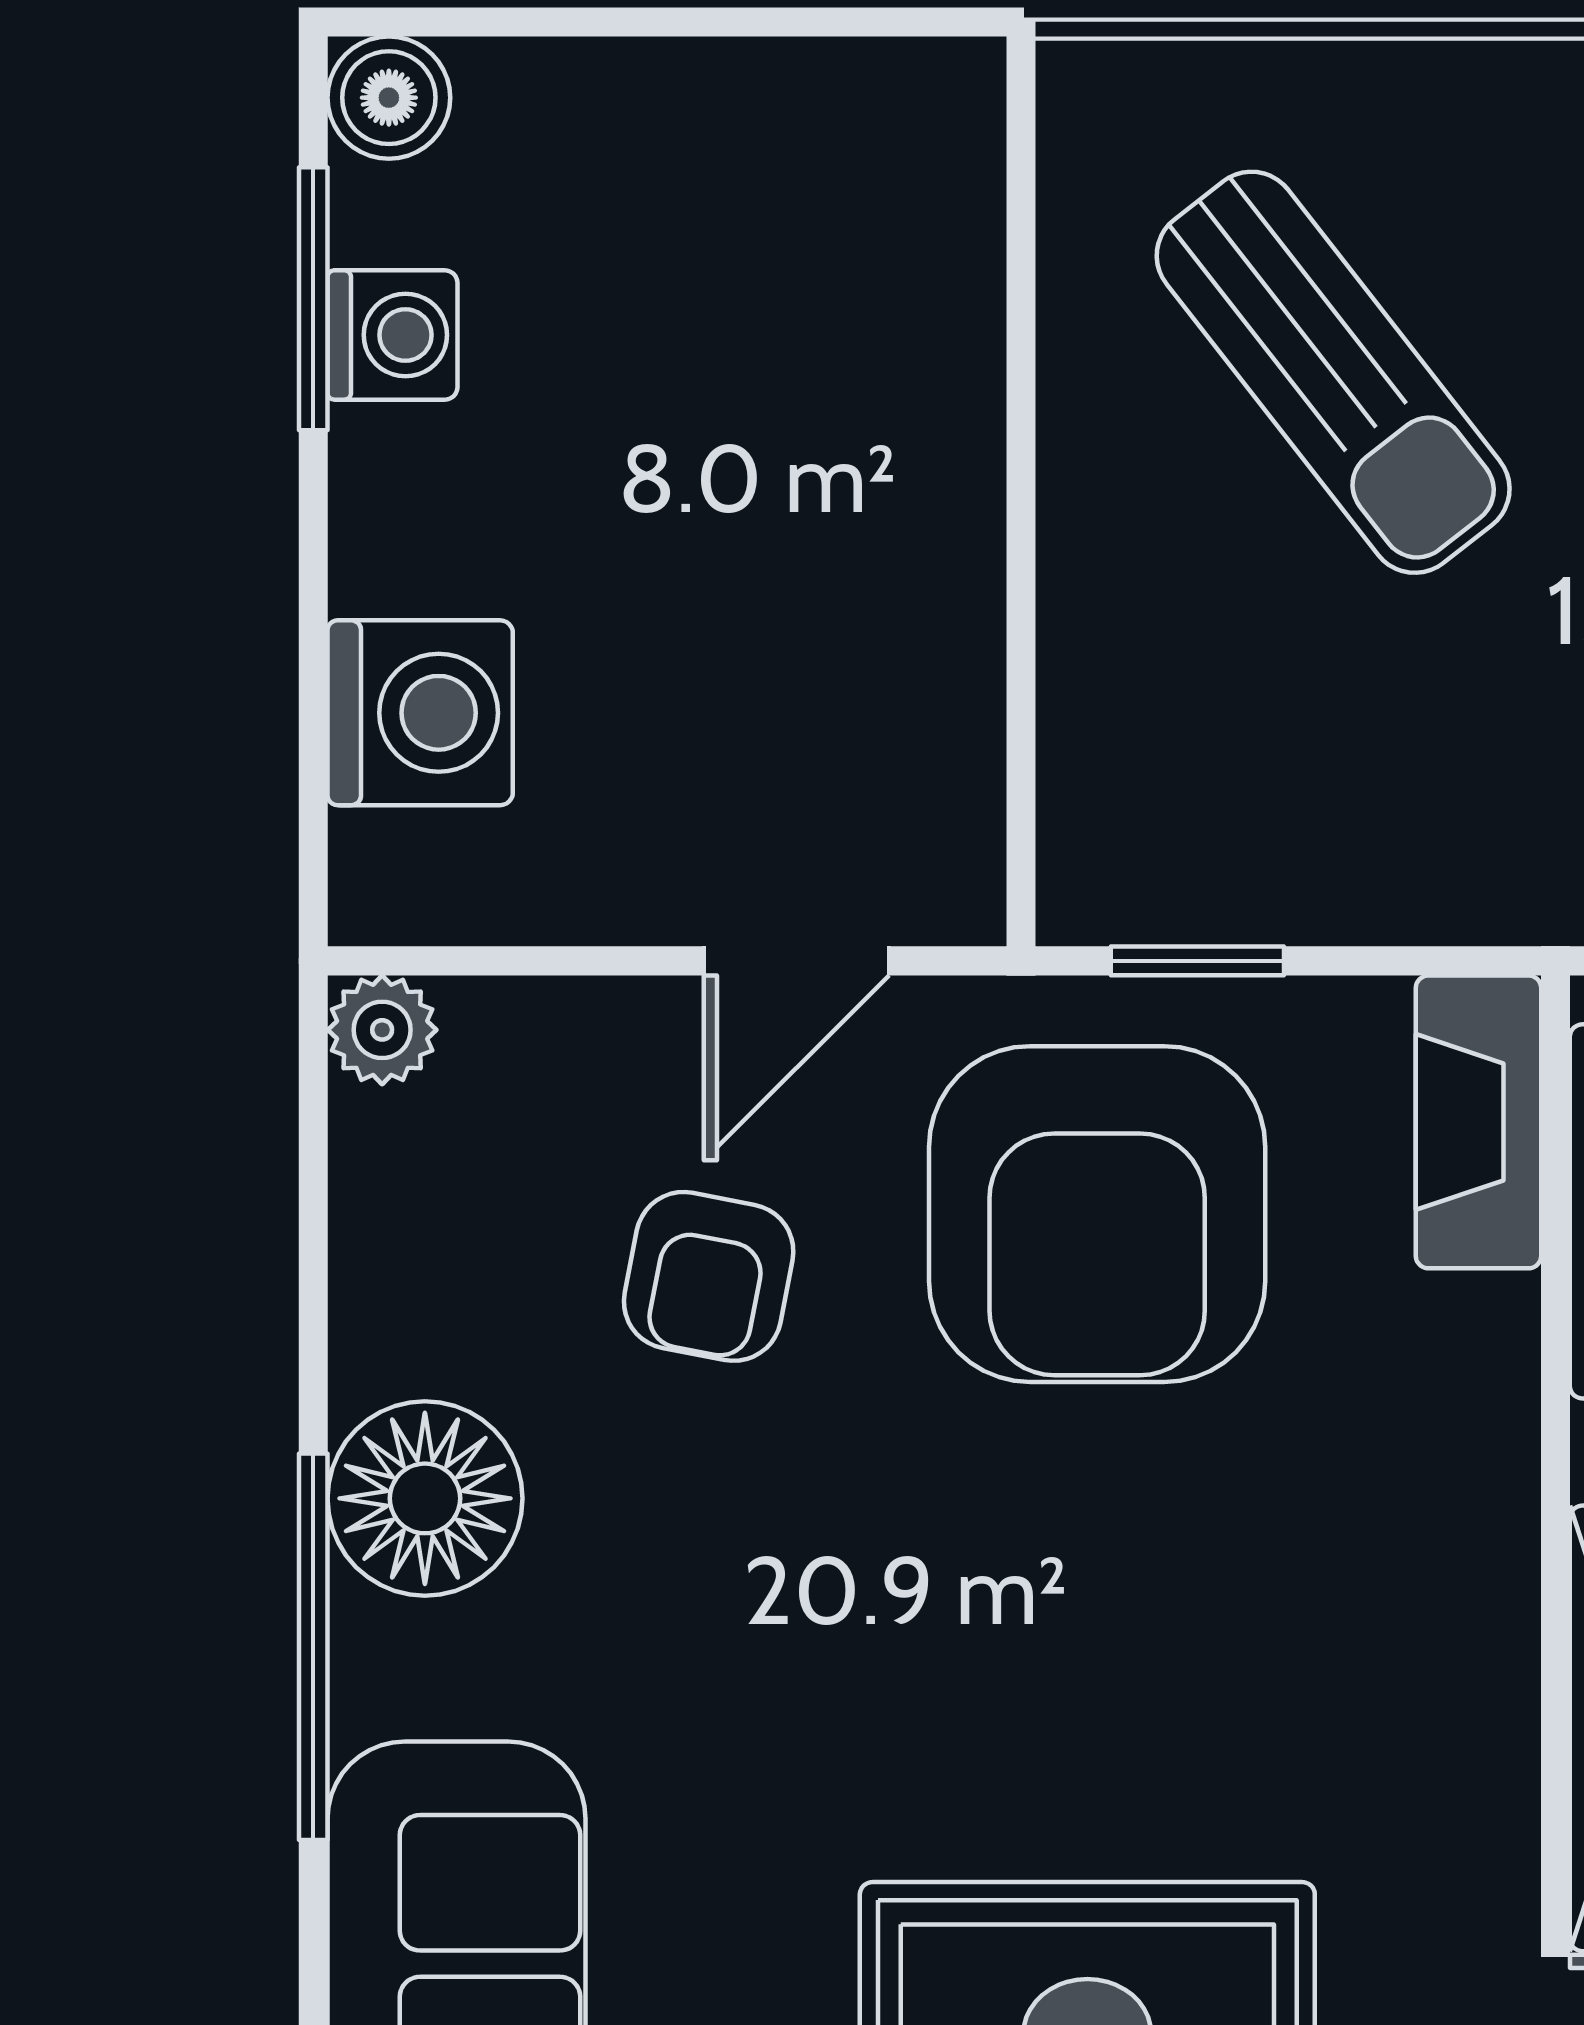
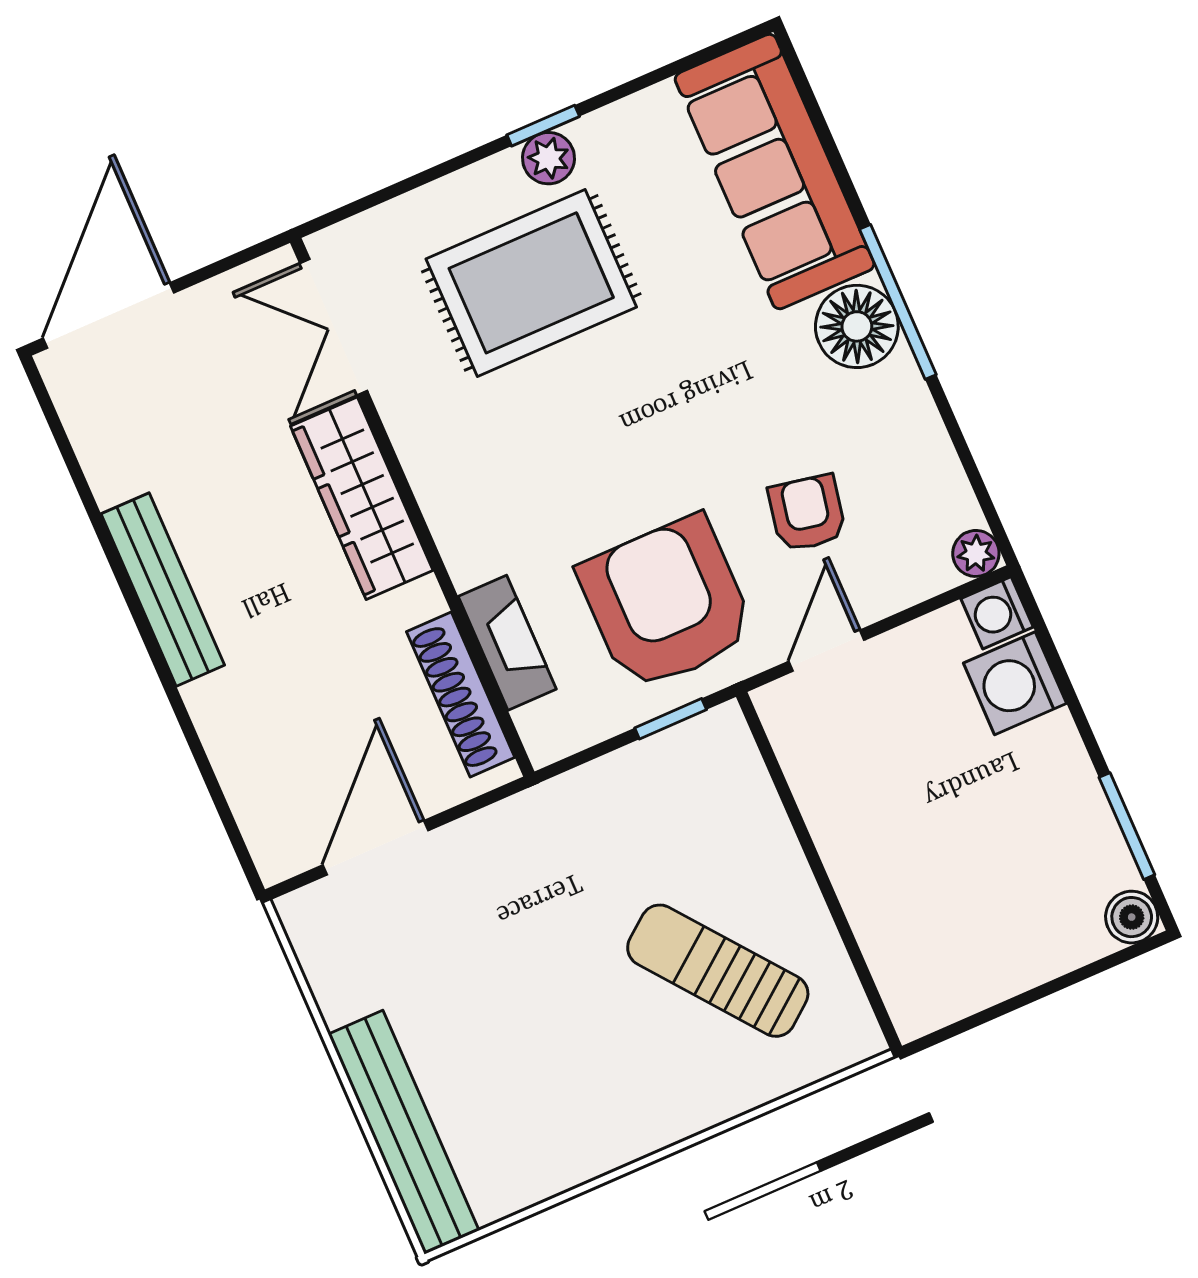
washing machine: (392, 335) -> (997, 613), moved
fireplace: (1478, 1122) -> (507, 643), moved
floor lamp: (425, 1498) -> (857, 326), moved

